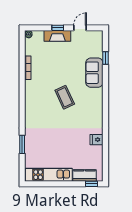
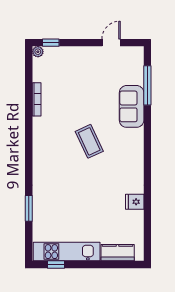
window: (58, 28) -> (51, 43), moved
fireplace: (57, 36) -> (79, 54), removed
window: (105, 58) -> (147, 85), width x2.17
window: (92, 184) -> (56, 265), moved

